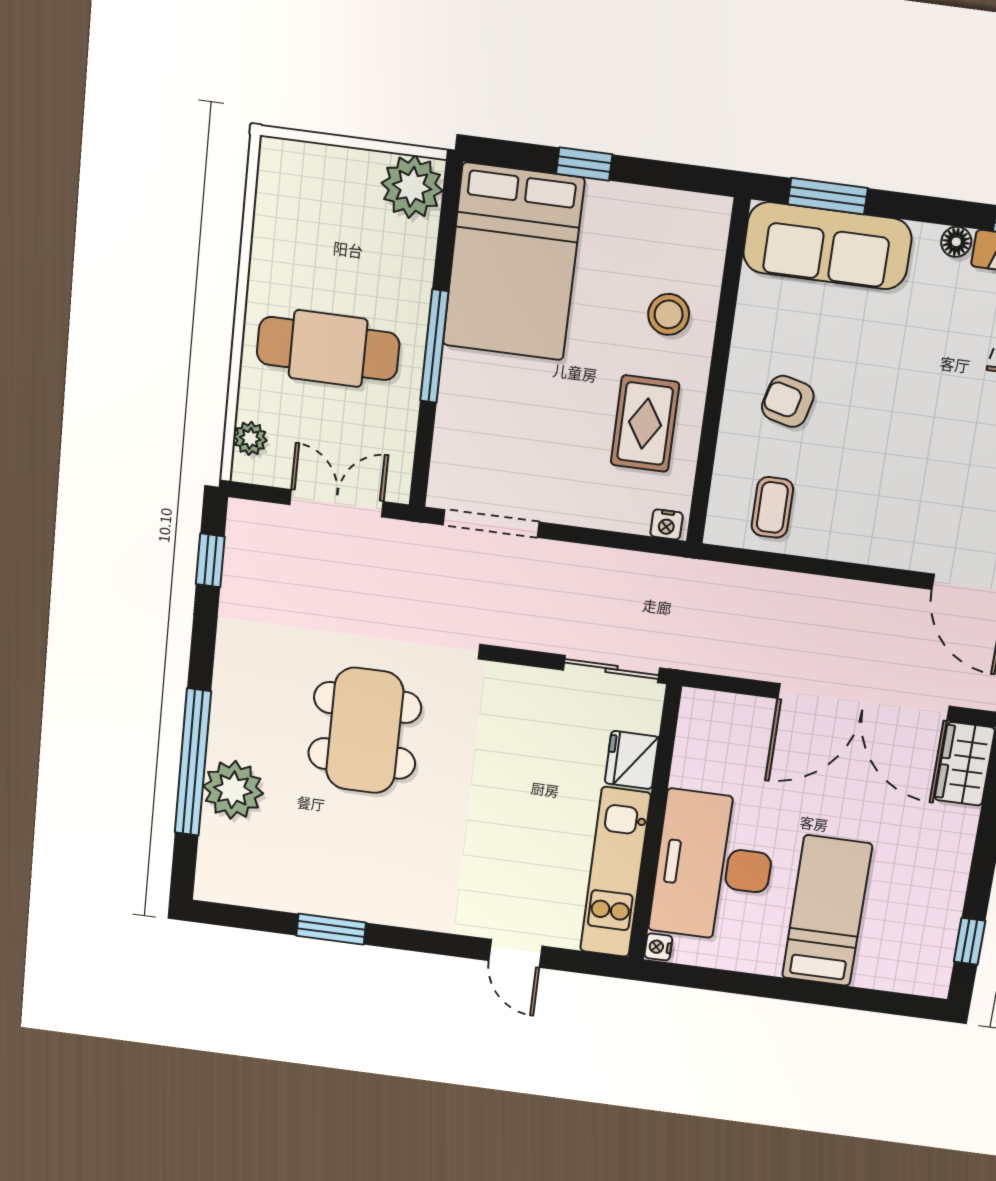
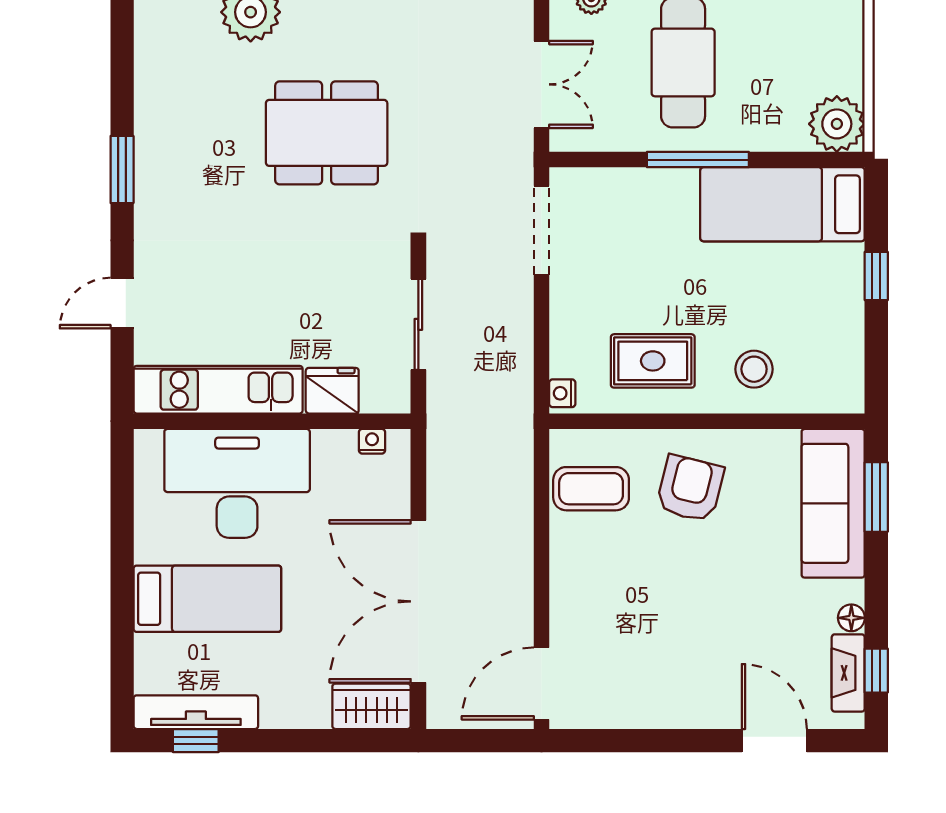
bed: (513, 262) -> (782, 204), width x0.67
armchair: (788, 401) -> (690, 488), width x1.38, depth x1.38
coffee table: (772, 507) -> (591, 489), width x1.36, depth x1.30
sliding door: (611, 669) -> (418, 324), moved
window: (331, 929) -> (122, 170), moved
tv unit: (941, 937) -> (196, 712), added
nightstand: (658, 947) -> (372, 441), moved

